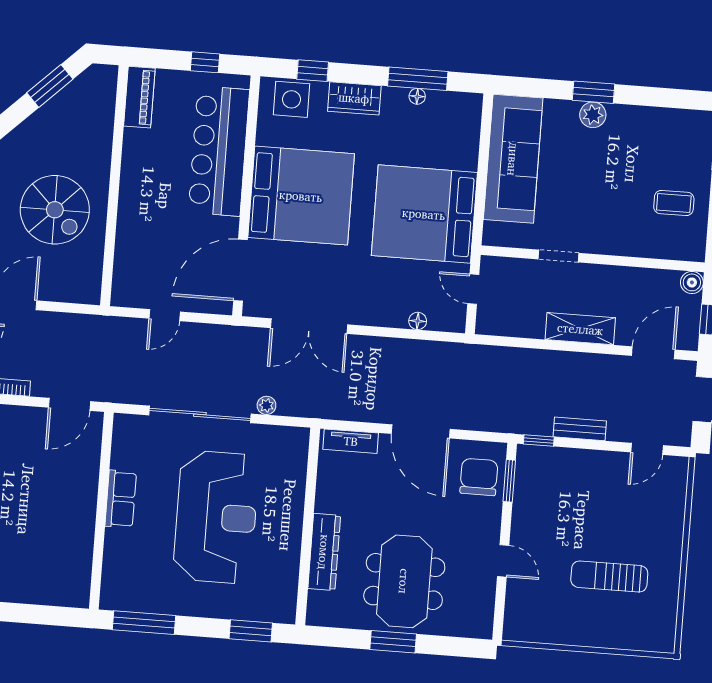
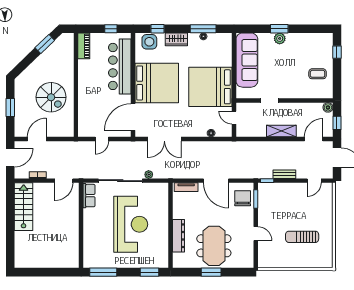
row of seats: (121, 499) -> (89, 196), moved

